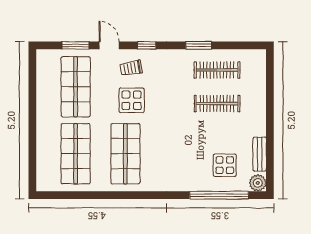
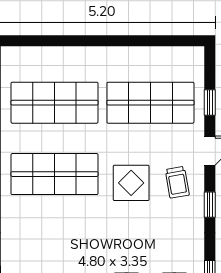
window: (75, 45) -> (210, 103), width x0.67
trolley: (131, 68) -> (177, 182), turned 180

